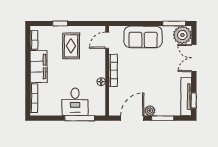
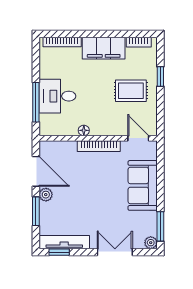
plant: (182, 35) -> (151, 243), width x0.53, depth x0.53

